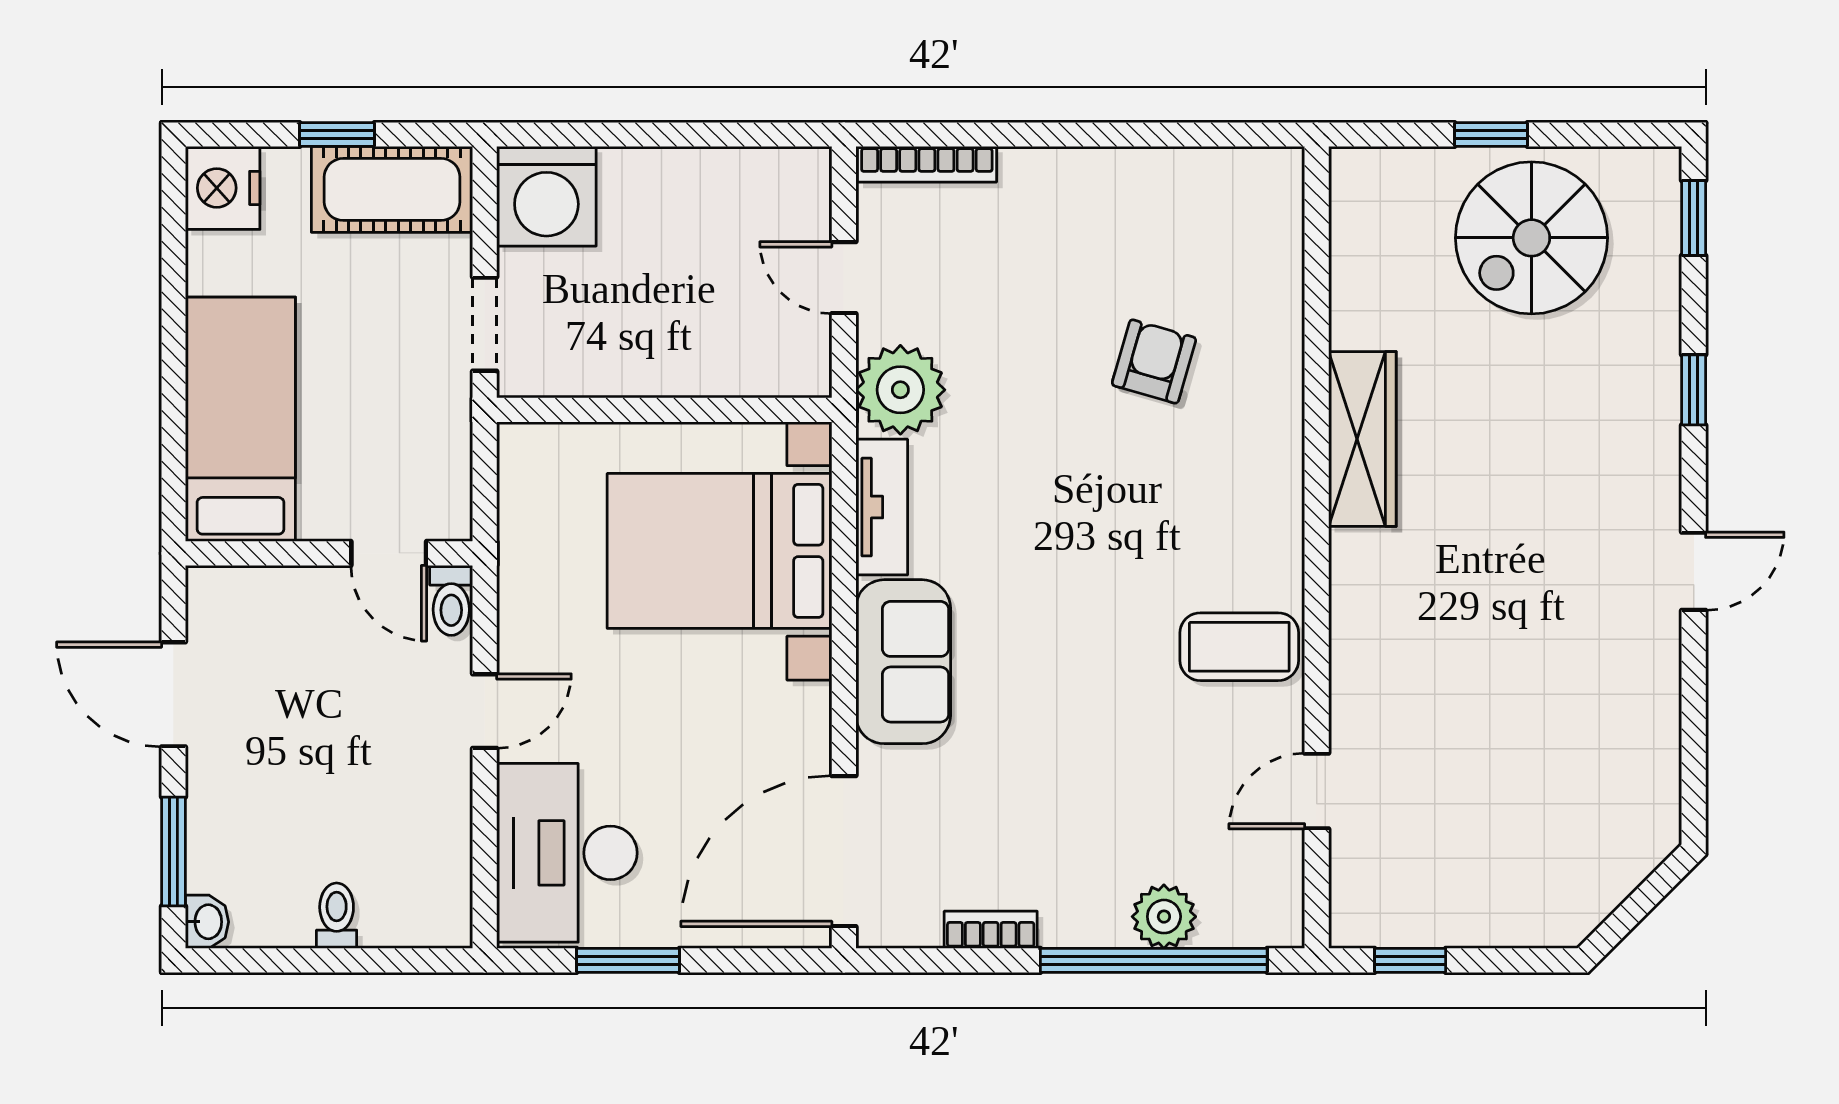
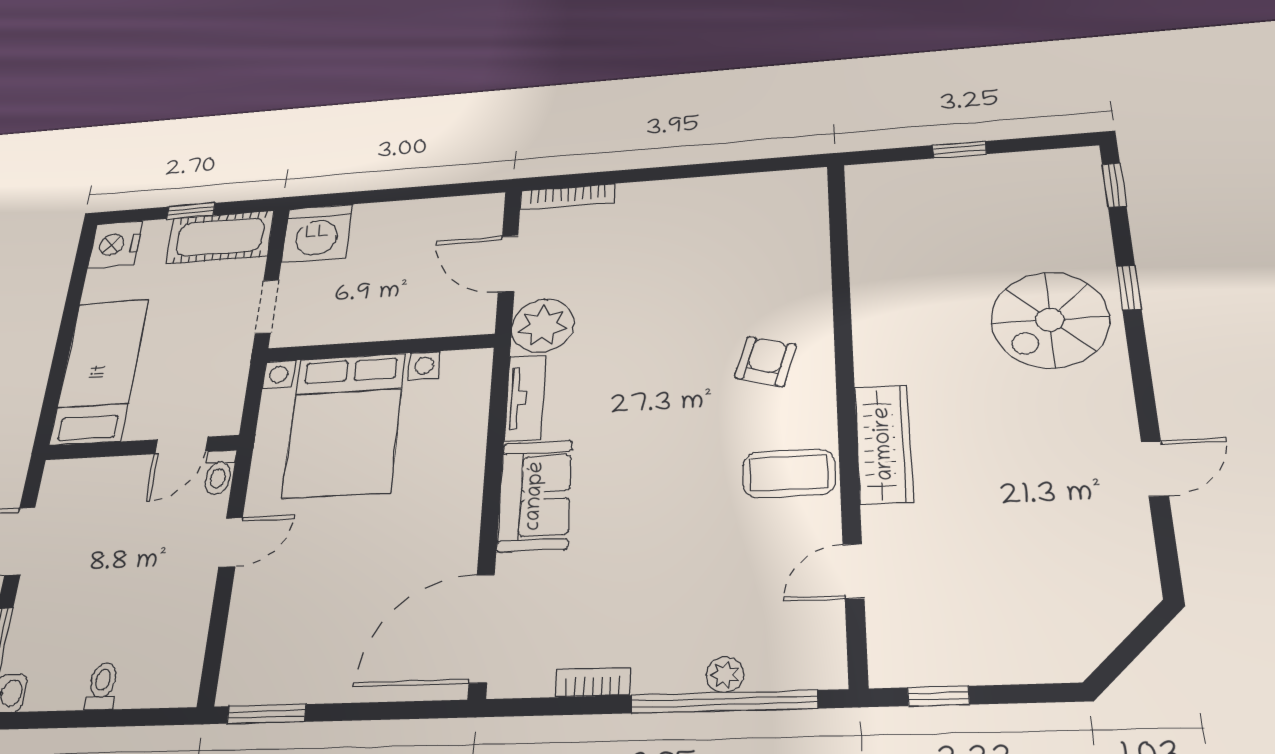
spiral stairs: (1531, 238) -> (1050, 320), moved
door: (844, 278) -> (508, 264), width x1.38
armchair: (1154, 361) -> (765, 361), moved
wardrobe: (1362, 439) -> (884, 444), moved
bed with nightstands: (720, 551) -> (344, 424), moved, turned -90
door: (389, 553) -> (181, 445), hinge flipped
door: (1694, 571) -> (1155, 469), moved
desk: (567, 853) -> (275, 636), removed
plant: (1164, 917) -> (725, 675), width x0.73, depth x0.73
window: (628, 960) -> (266, 714), moved

